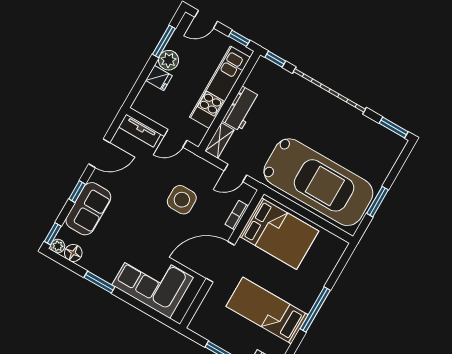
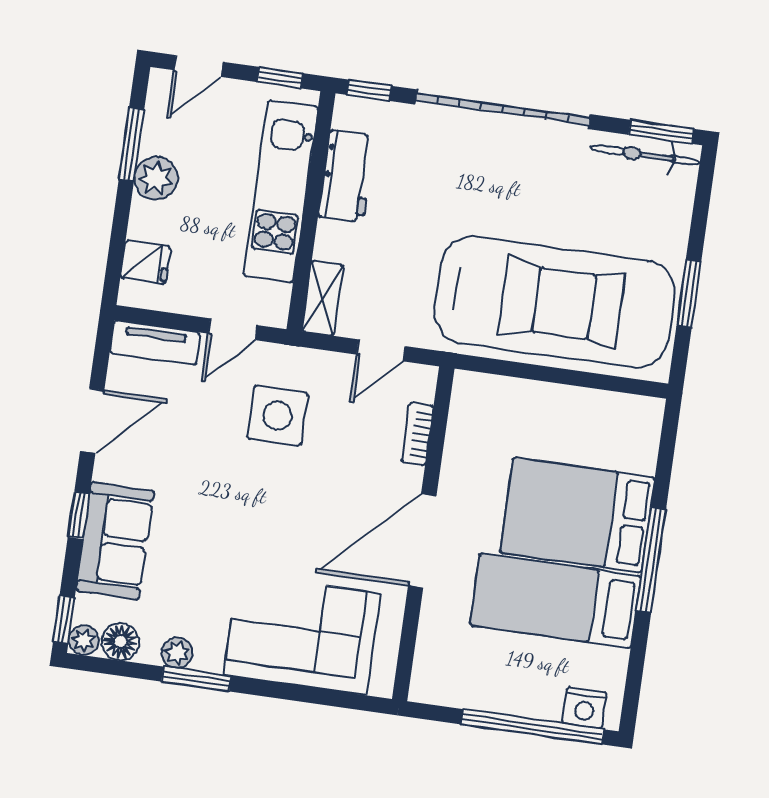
fridge: (159, 78) -> (145, 262), moved
workbench: (241, 109) -> (347, 176), moved
bicycle: (383, 135) -> (645, 155), added
side table: (182, 200) -> (277, 416), moved
bed: (279, 234) -> (577, 515), moved, turned 180
plant: (96, 268) -> (177, 653), added

